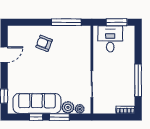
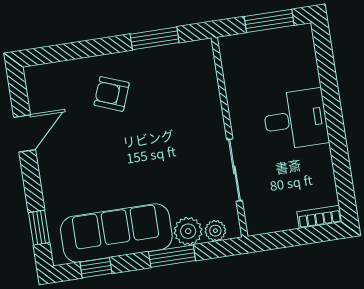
window: (66, 22) -> (155, 38), width x0.69
desk: (110, 39) -> (296, 119), moved, turned 90
window: (138, 80) -> (338, 145), removed
window: (36, 117) -> (96, 268), moved

